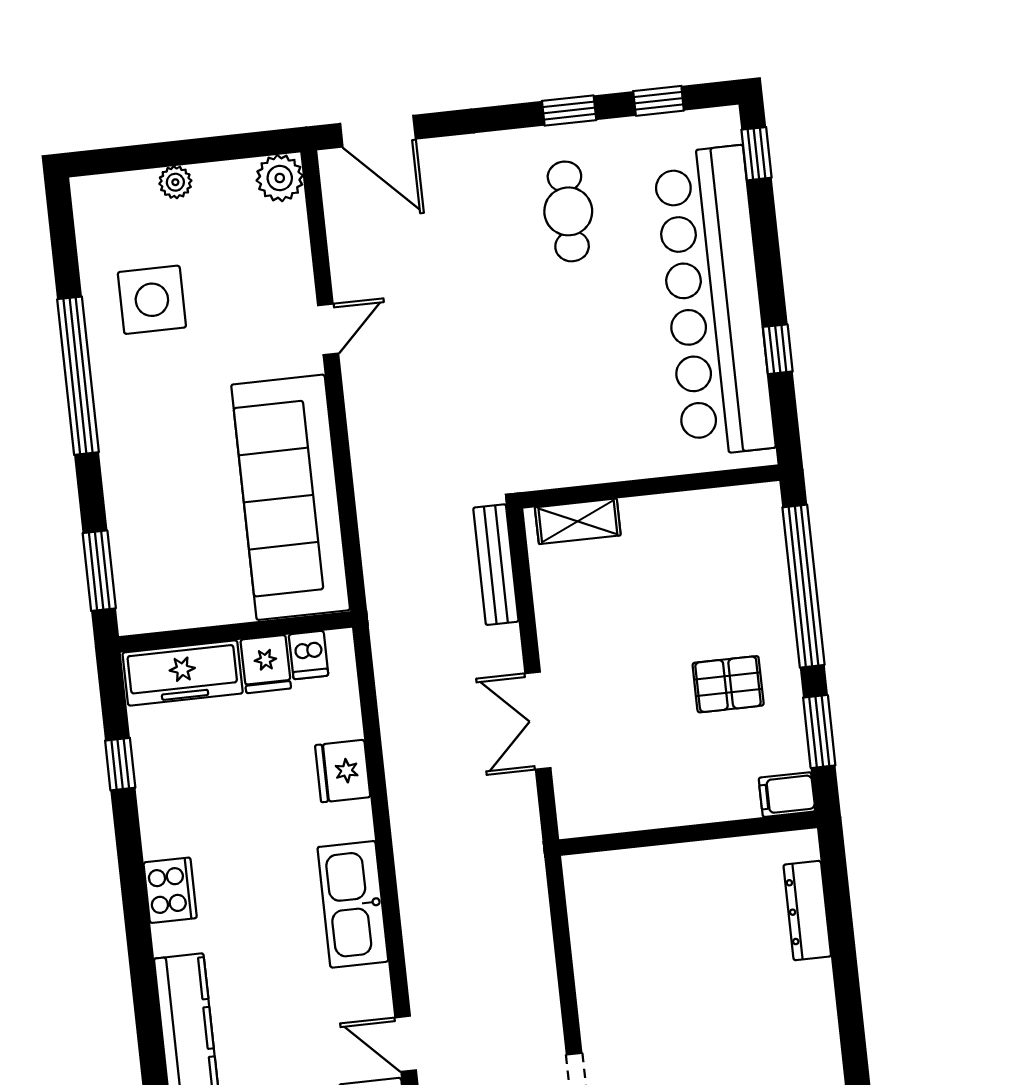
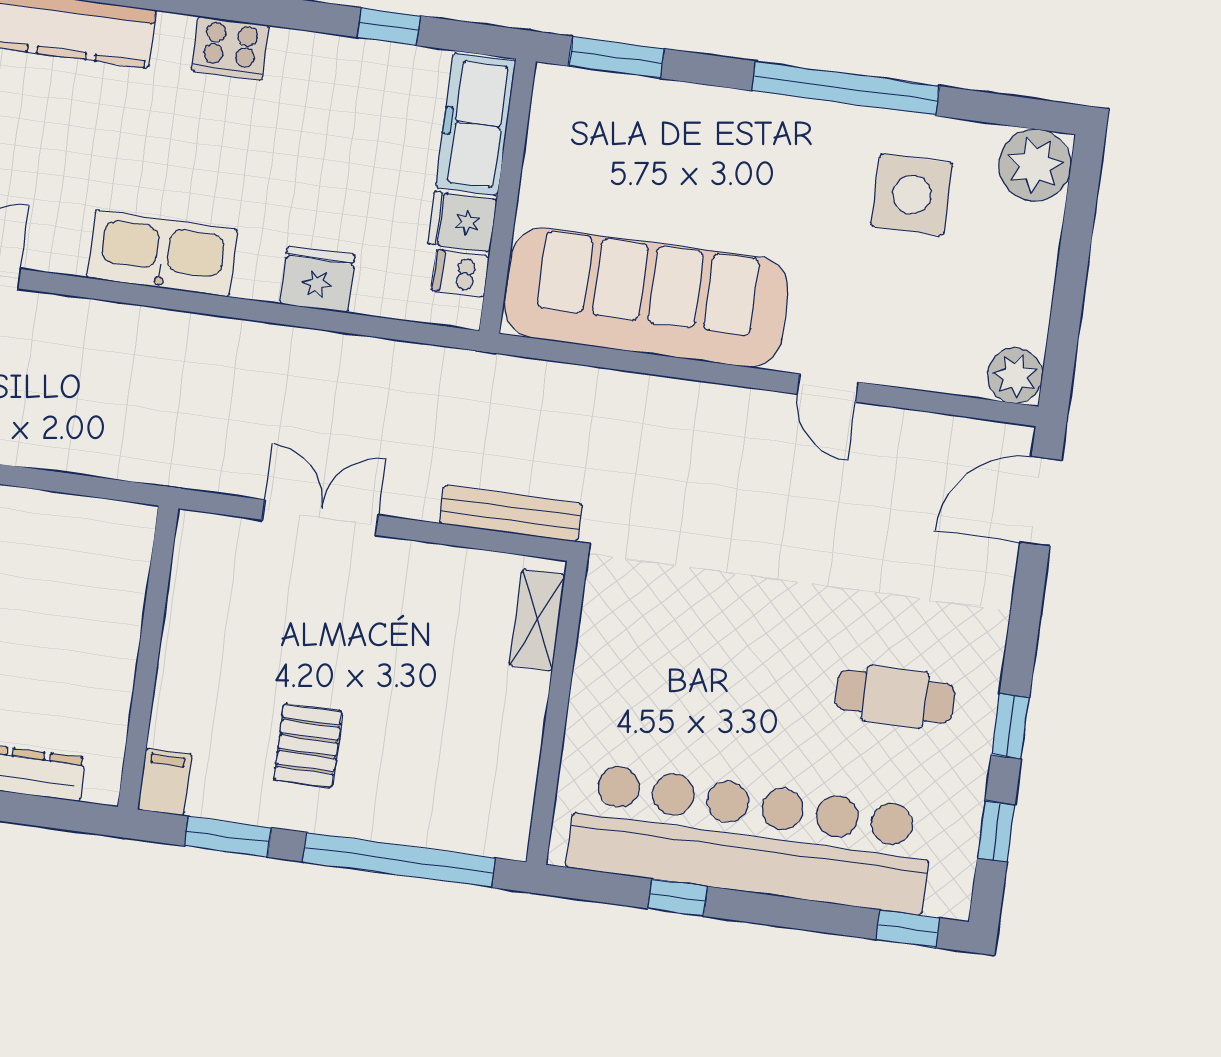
plant: (175, 182) -> (1035, 165), moved, width x1.87, depth x1.87

